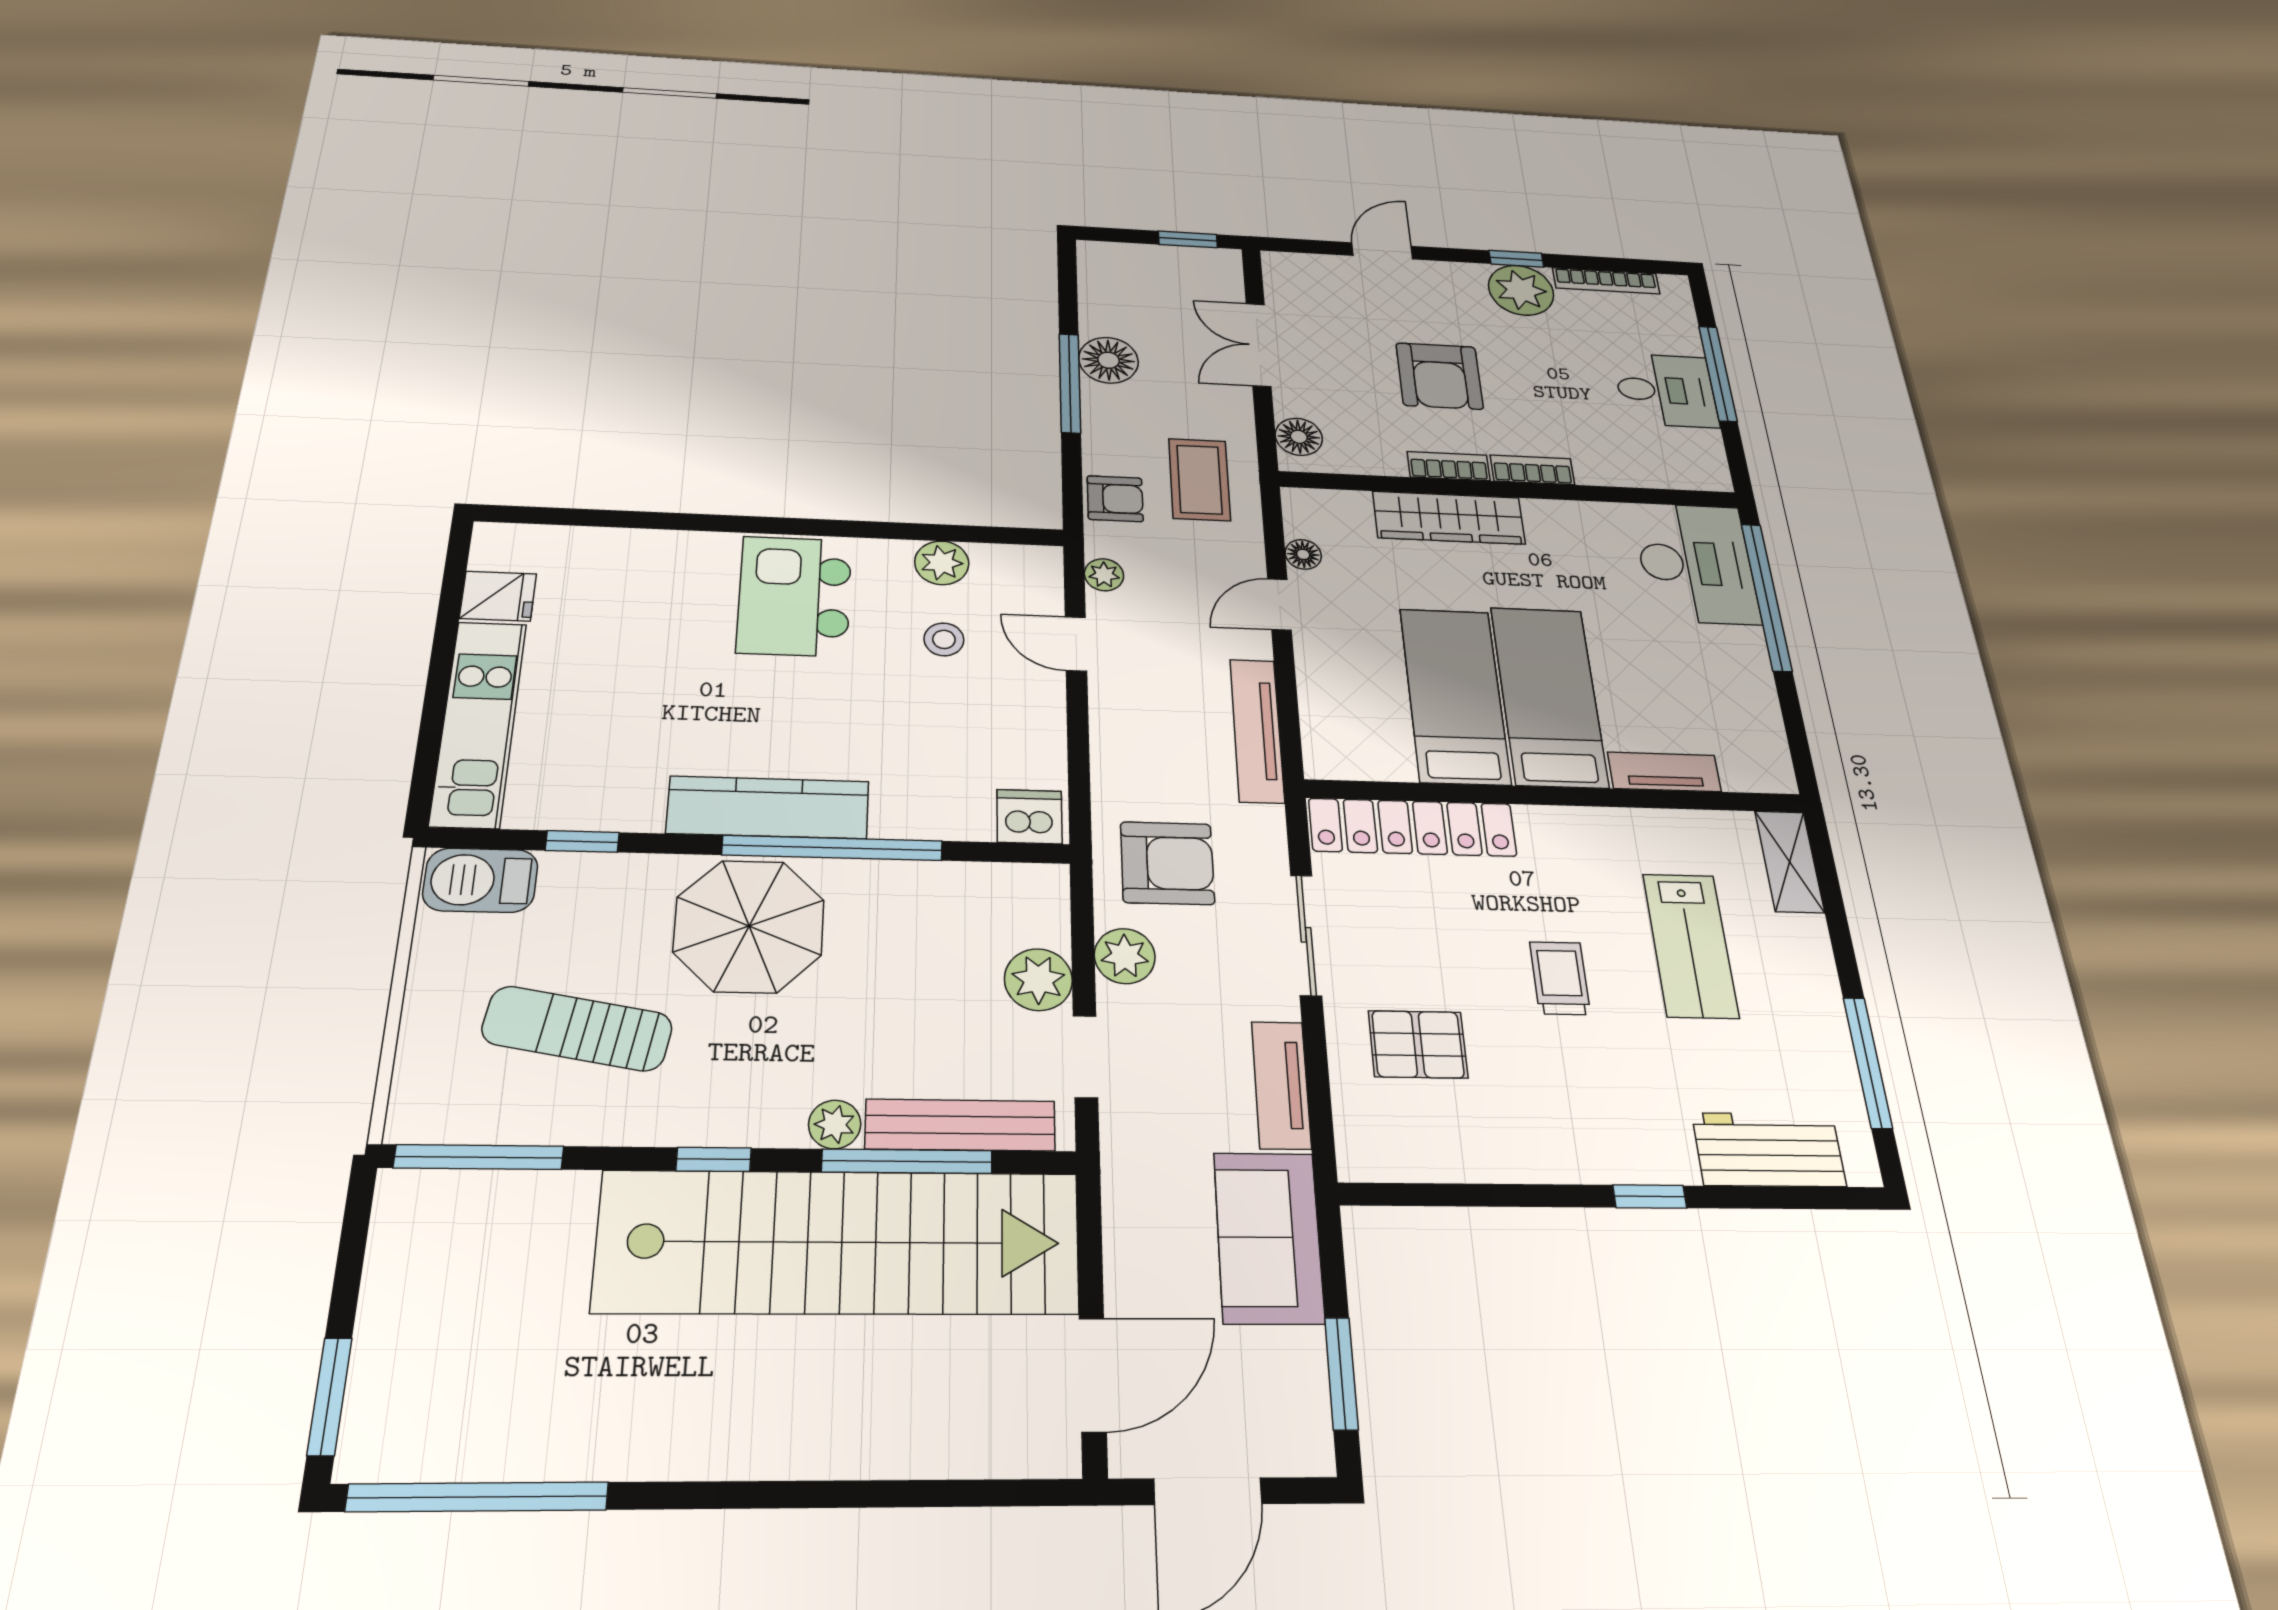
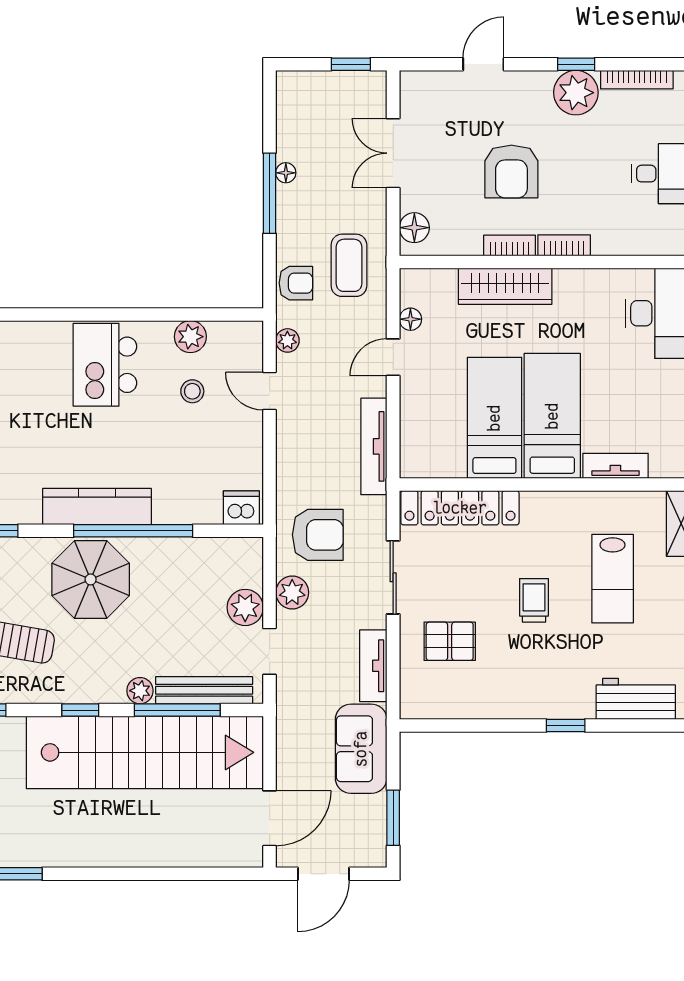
floor lamp: (1108, 360) -> (286, 173), width x0.53, depth x0.53

